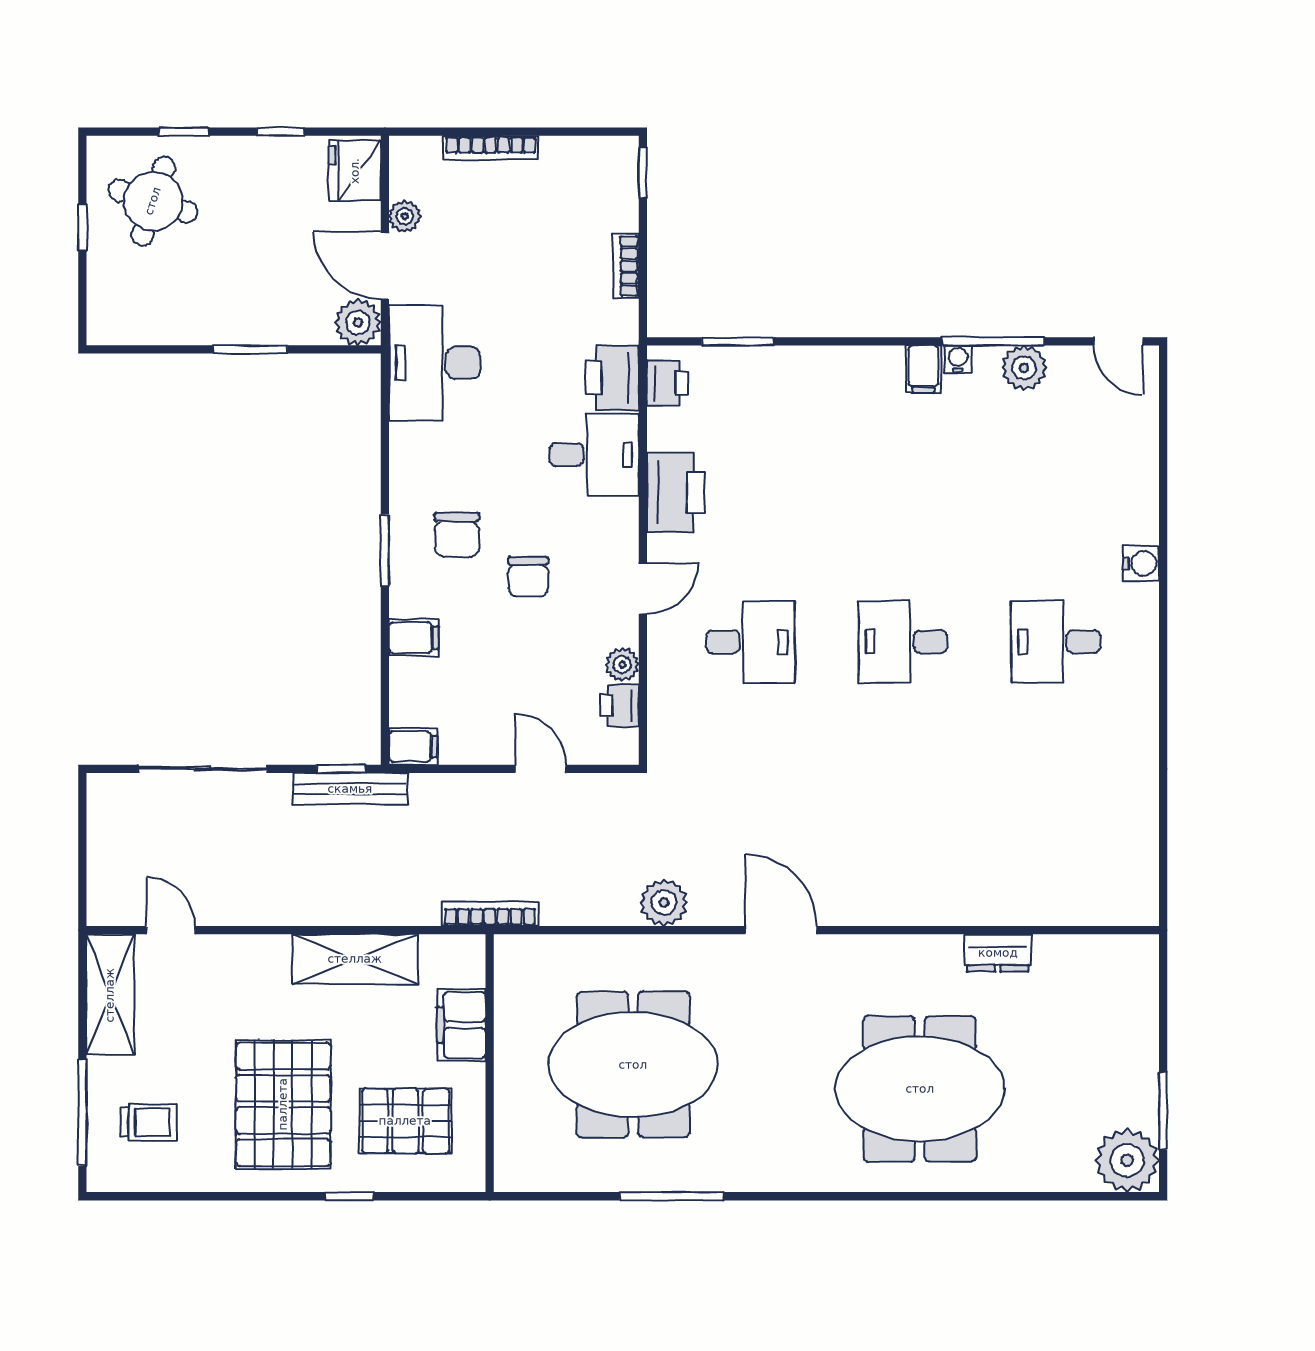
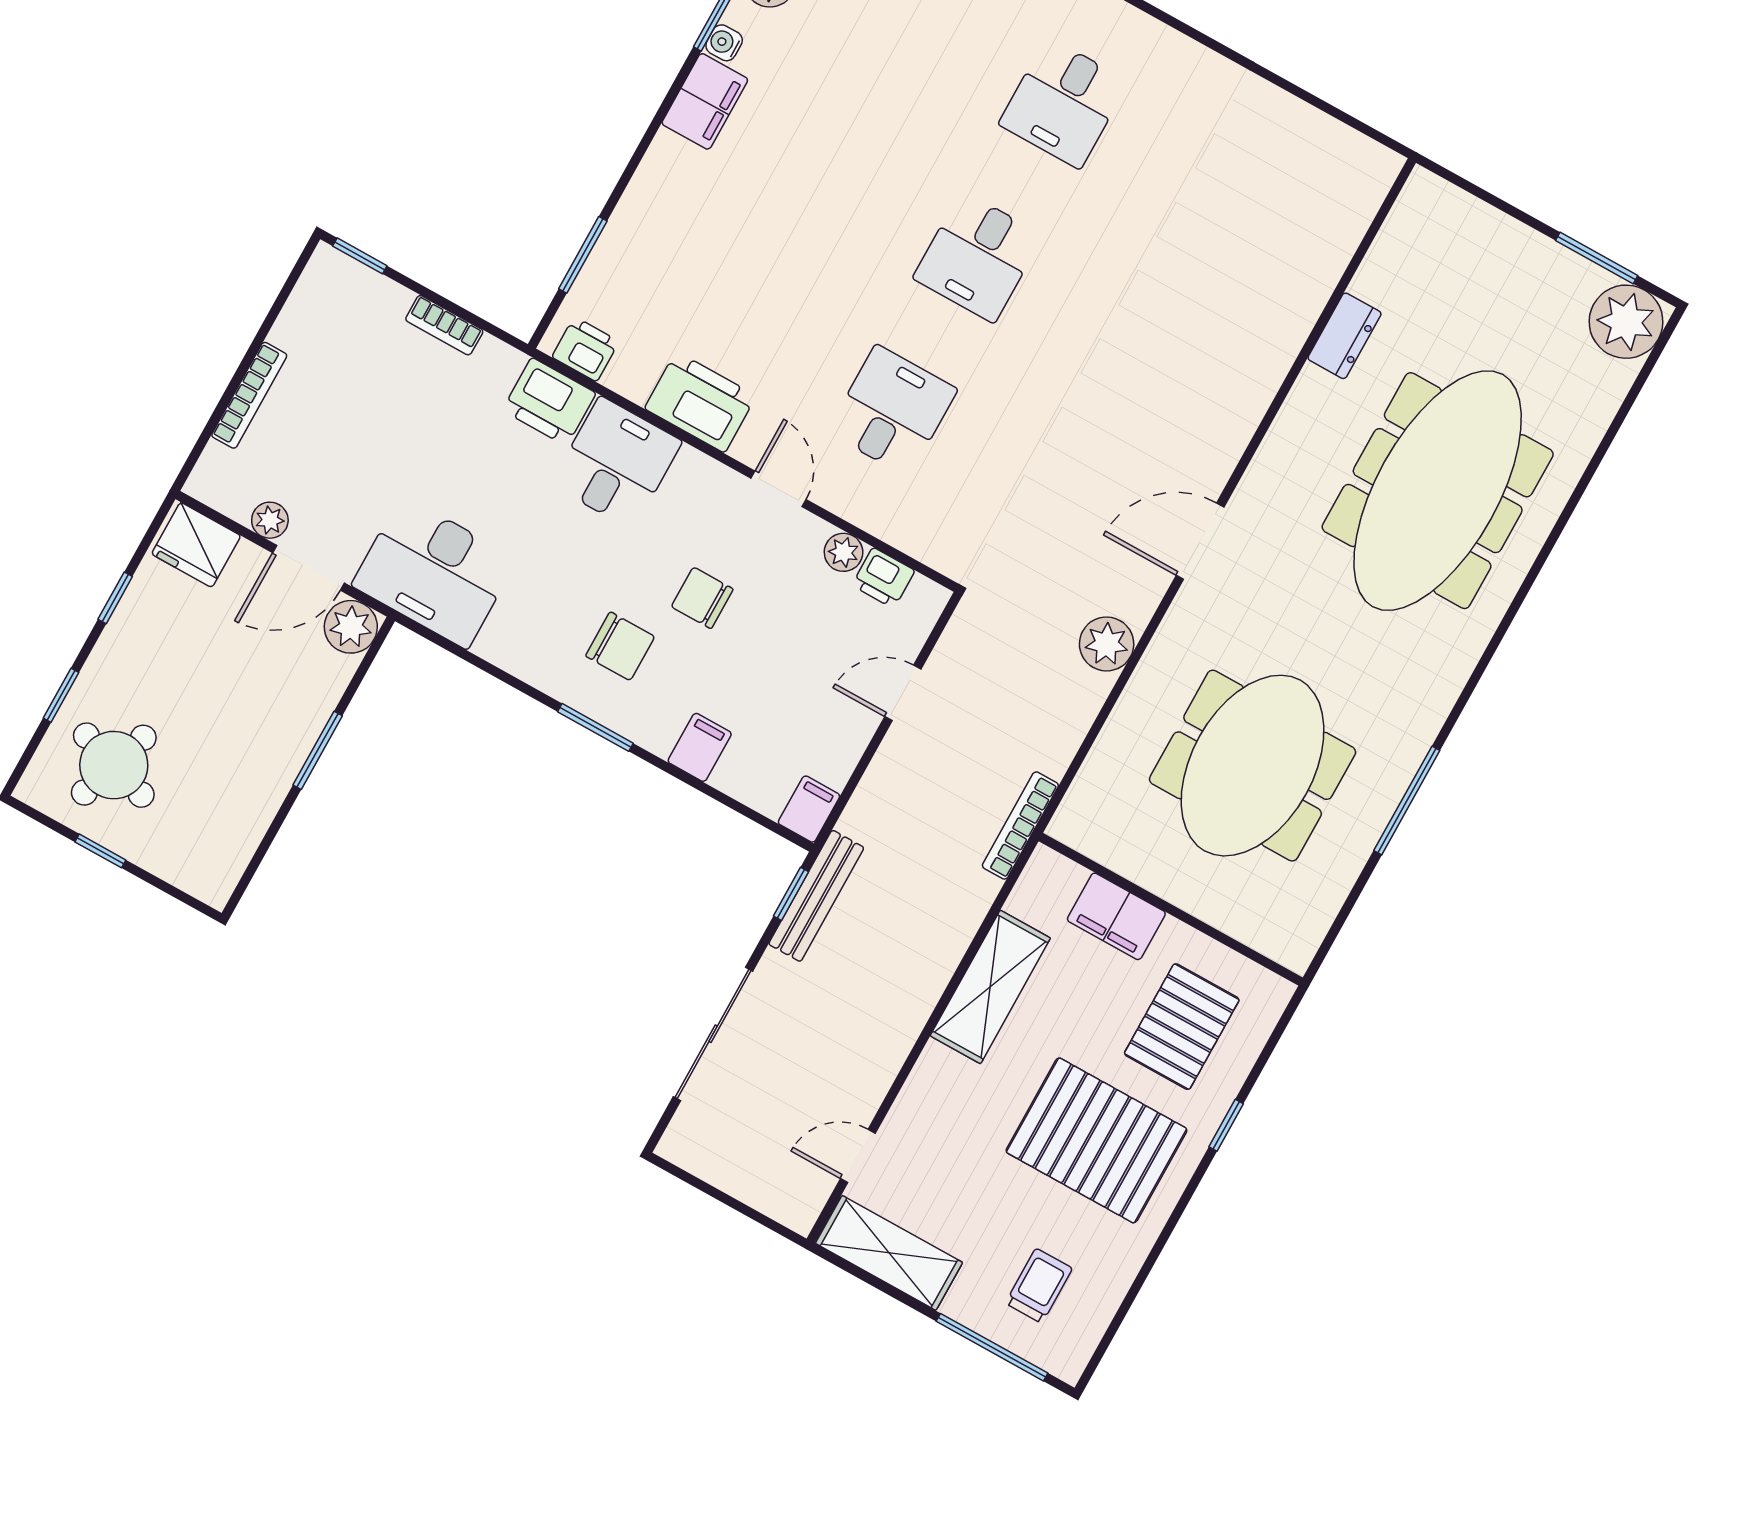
filing cabinet: (923, 369) -> (705, 101), width x2.00
chair: (528, 577) -> (702, 598), turned 180
meeting table: (920, 1089) -> (1438, 491), width x1.36

